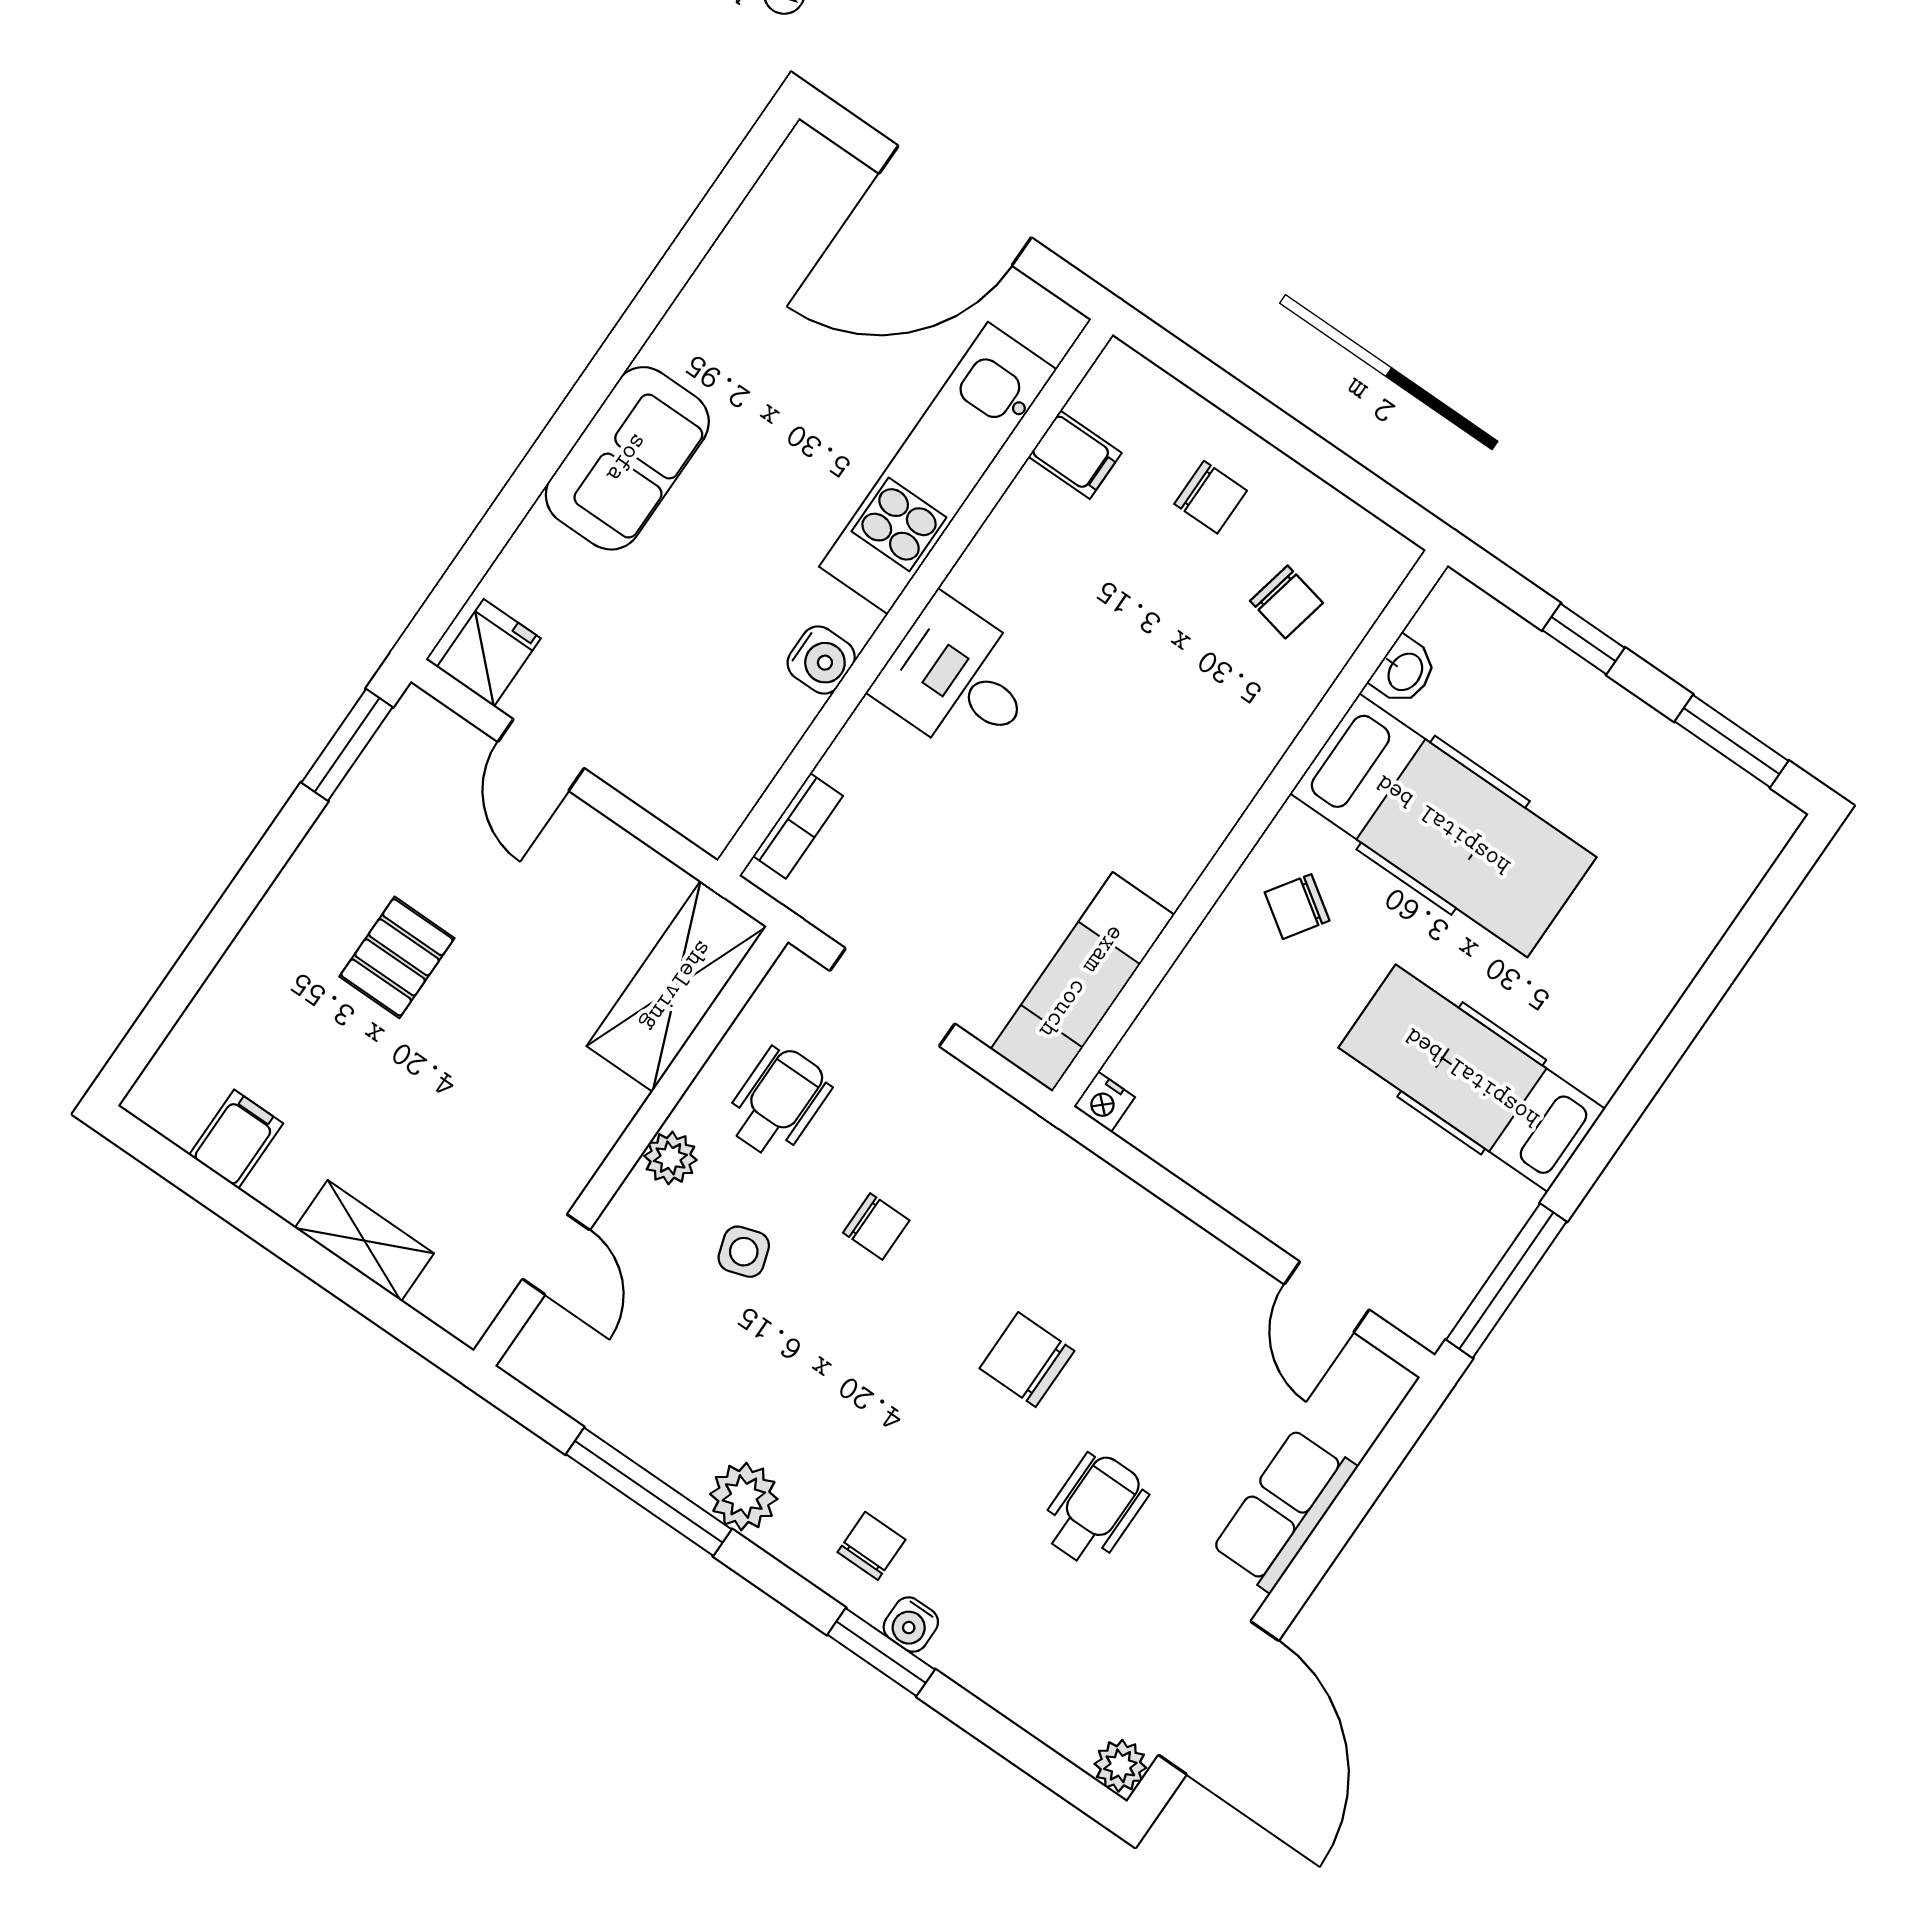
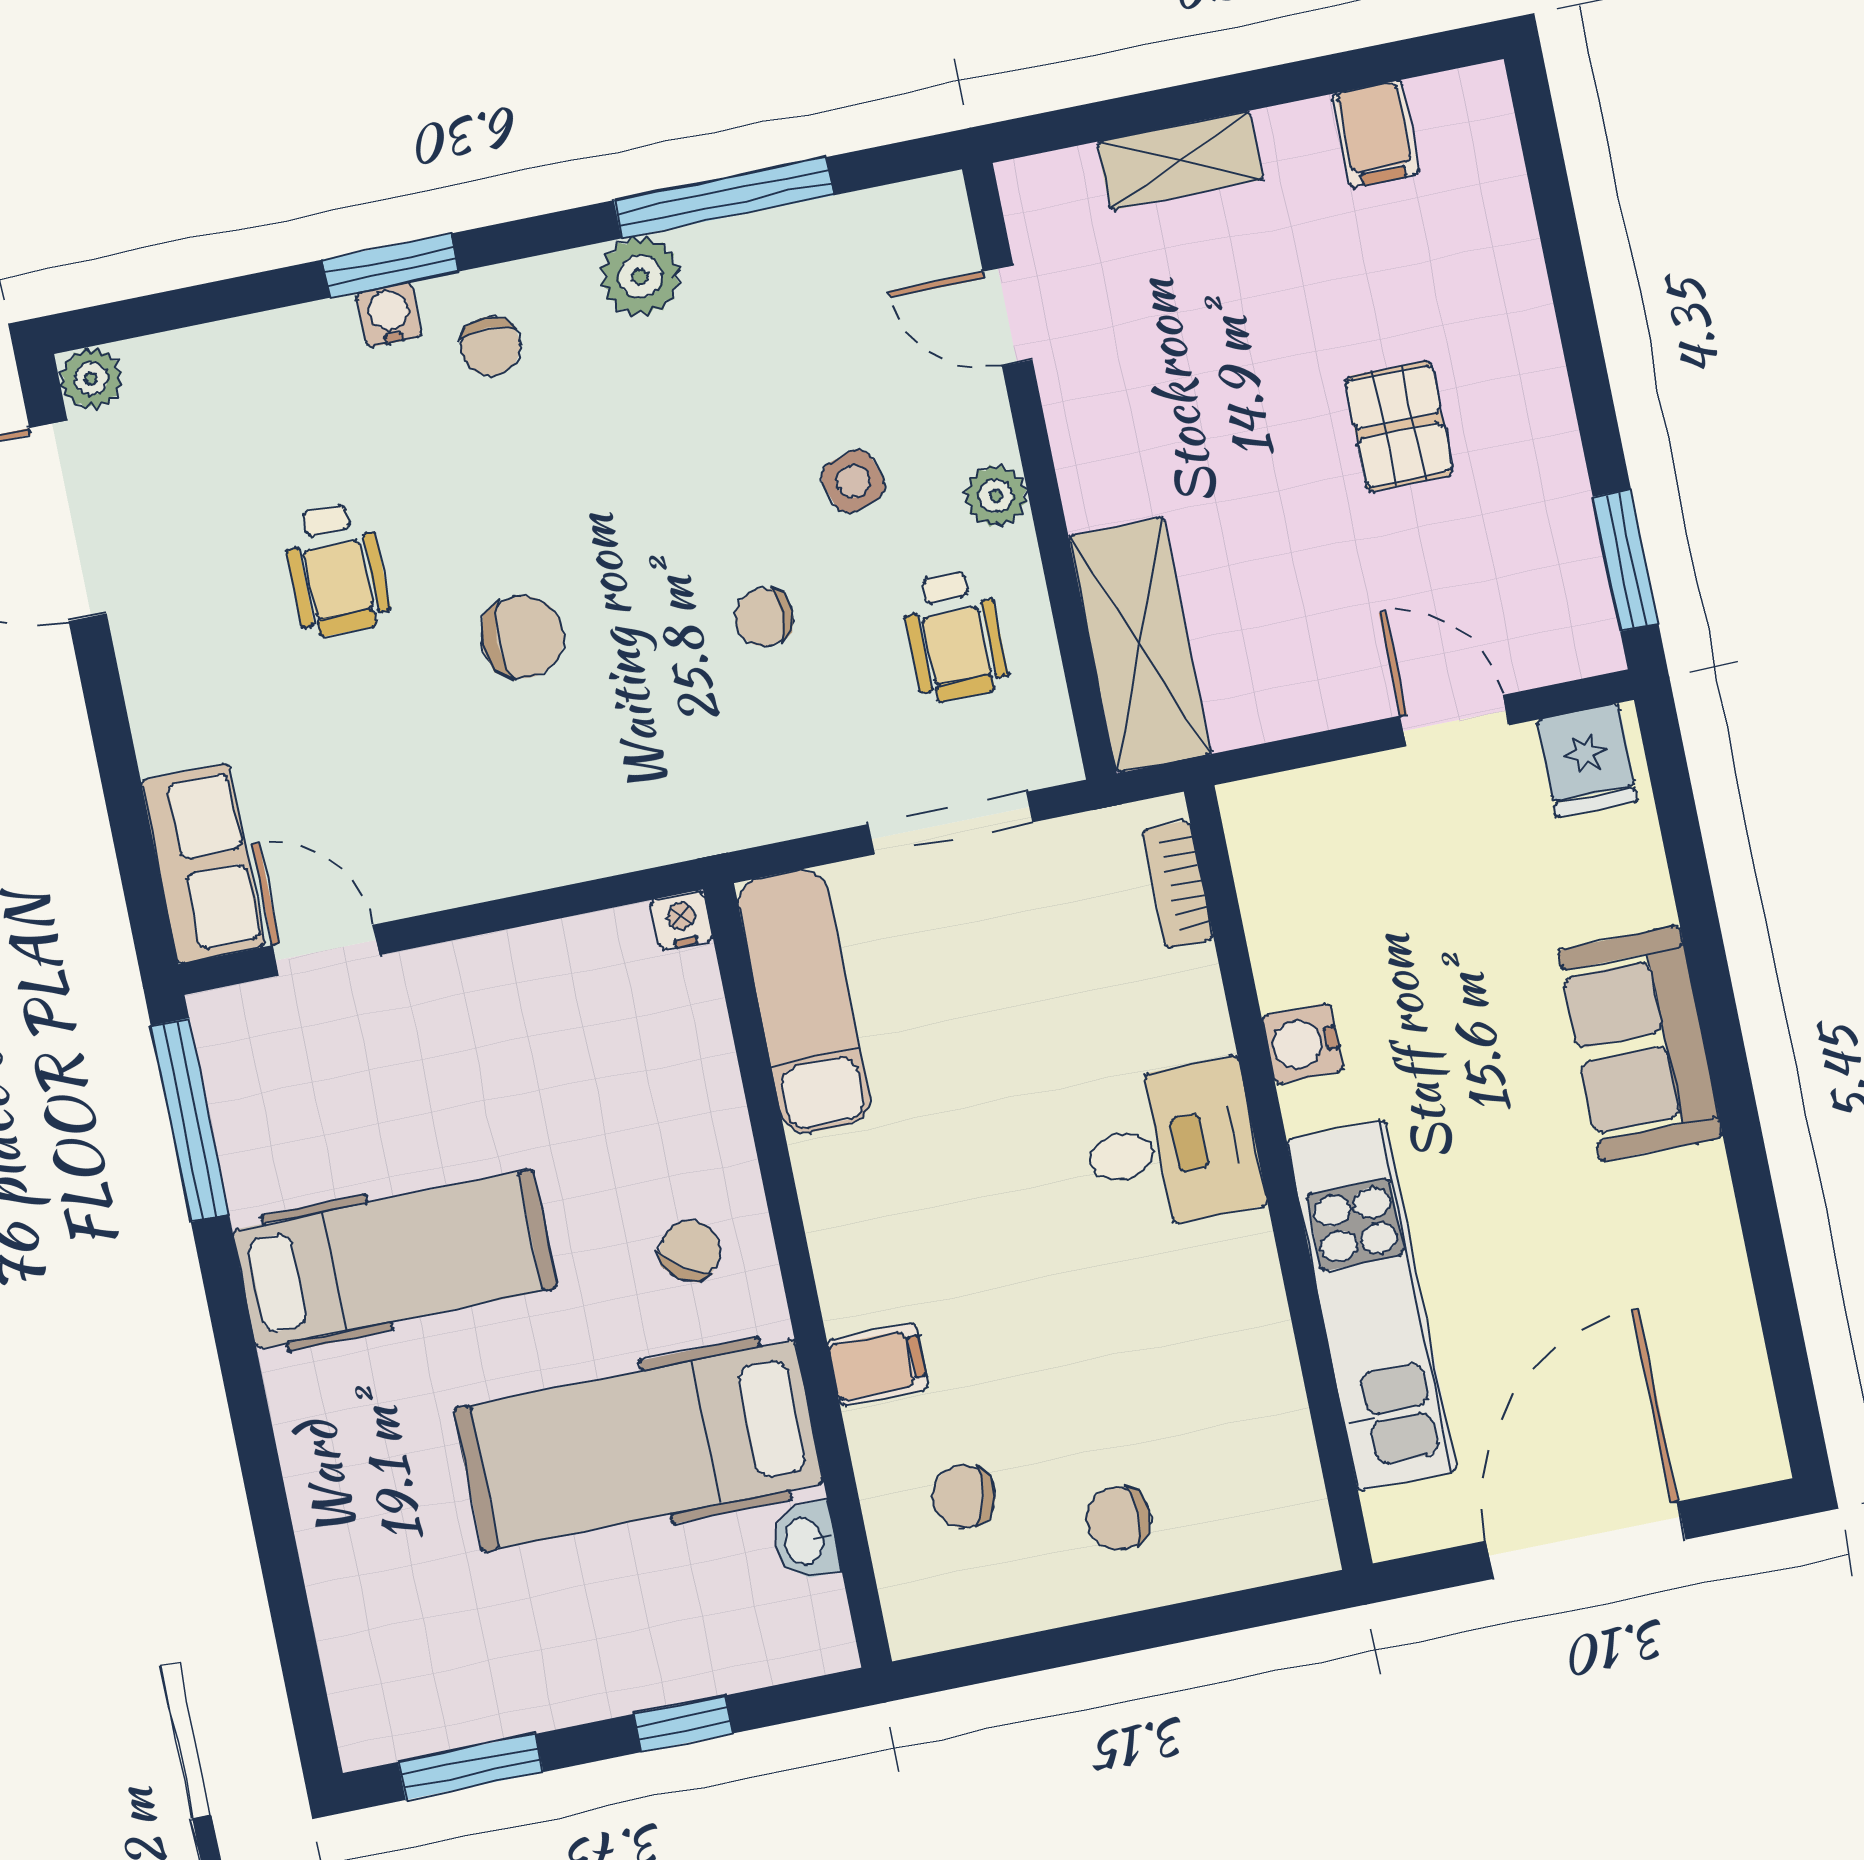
filing cabinet: (1075, 455) -> (878, 1364), moved, turned 180
row of seats: (1284, 1509) -> (203, 864), moved

